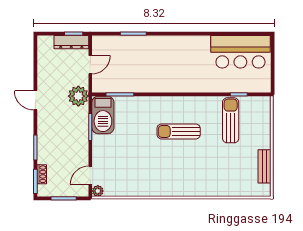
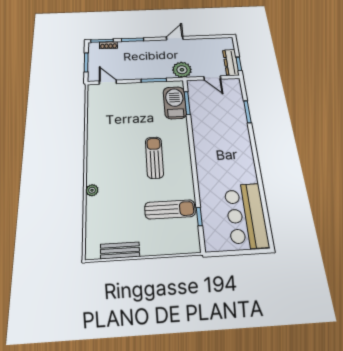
barbecue: (103, 115) -> (175, 103), moved, turned 90
plant: (98, 191) -> (92, 190), moved

